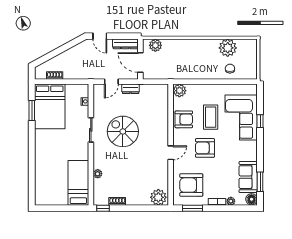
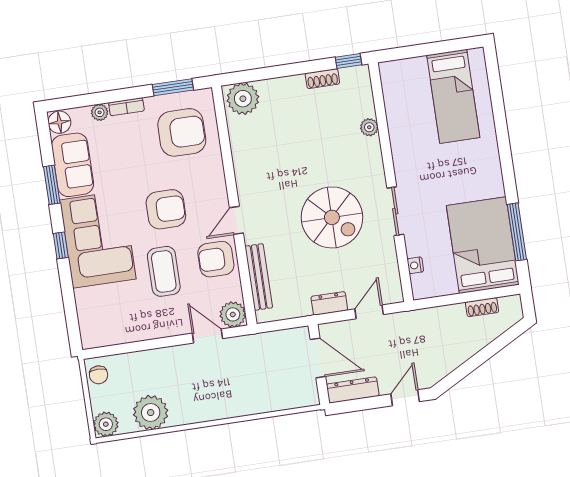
door: (100, 36) -> (405, 398), hinge flipped
plant: (155, 45) -> (106, 424), moved
chair: (230, 69) -> (99, 375), moved
door: (194, 82) -> (207, 336), added
bench: (164, 107) -> (259, 277), added
window: (32, 110) -> (517, 232), width x1.44
corner sofa: (241, 117) -> (98, 239), moved
window: (260, 121) -> (61, 245), moved
door: (171, 153) -> (236, 220), moved
window: (260, 182) -> (52, 185), moved
bed: (78, 183) -> (453, 96), moved

